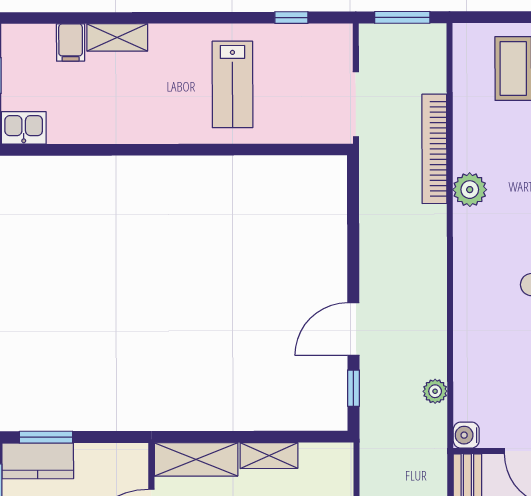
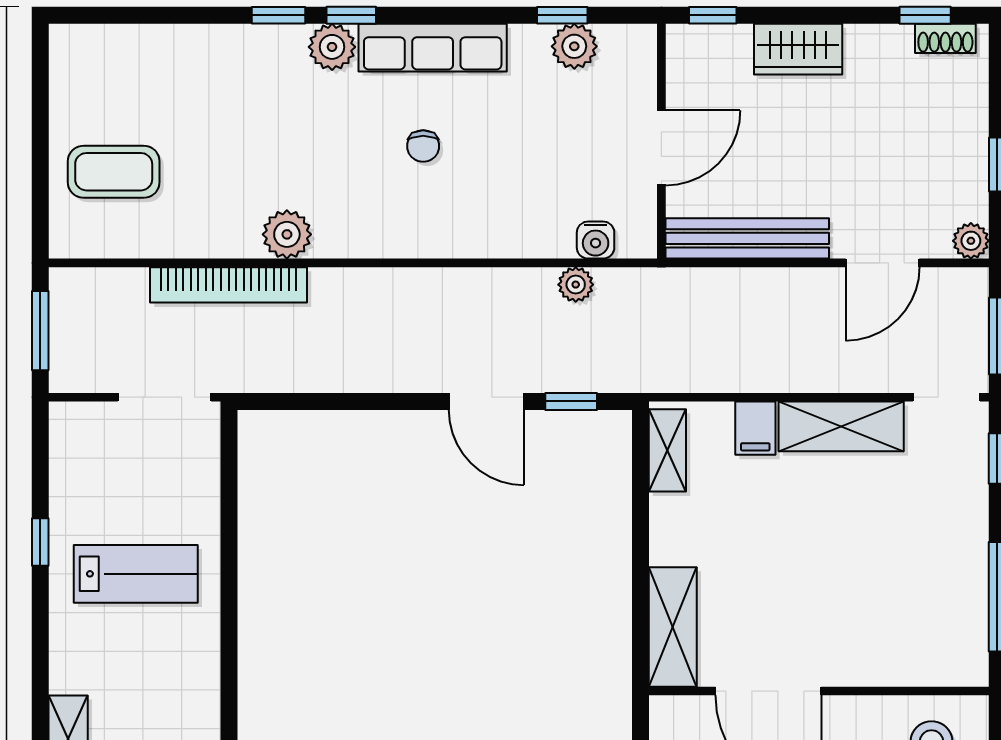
window: (291, 18) -> (40, 542), moved
water cooler: (466, 435) -> (596, 240), moved
shelving: (269, 456) -> (667, 450), moved

